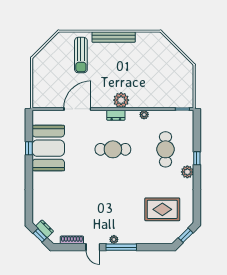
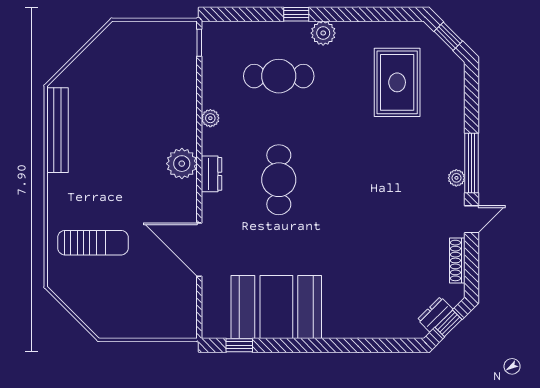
bench: (114, 37) -> (57, 130), moved
window: (29, 148) -> (239, 345), moved

